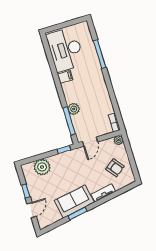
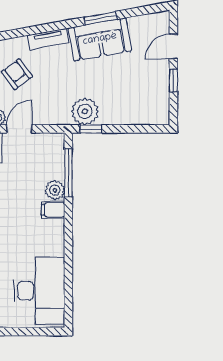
filing cabinet: (65, 77) -> (53, 210), moved
door: (90, 142) -> (19, 129), moved
plant: (42, 167) -> (85, 111), moved

